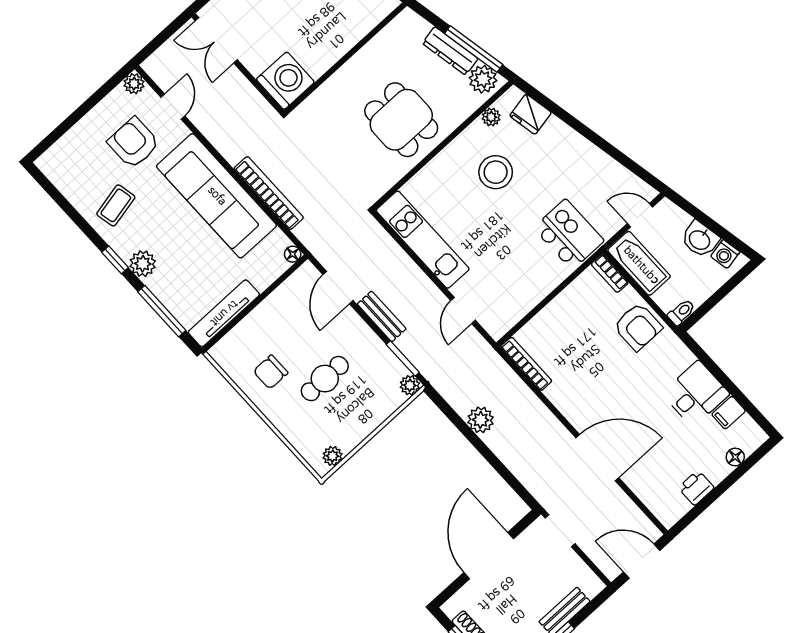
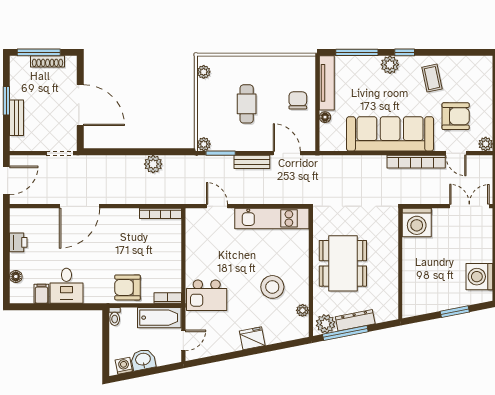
fridge: (531, 114) -> (252, 338), moved
dining table: (401, 120) -> (343, 263), width x1.38
bookcase: (269, 193) -> (416, 162), moved
floor lamp: (293, 254) -> (325, 117), moved
chair: (271, 372) -> (298, 100), moved

